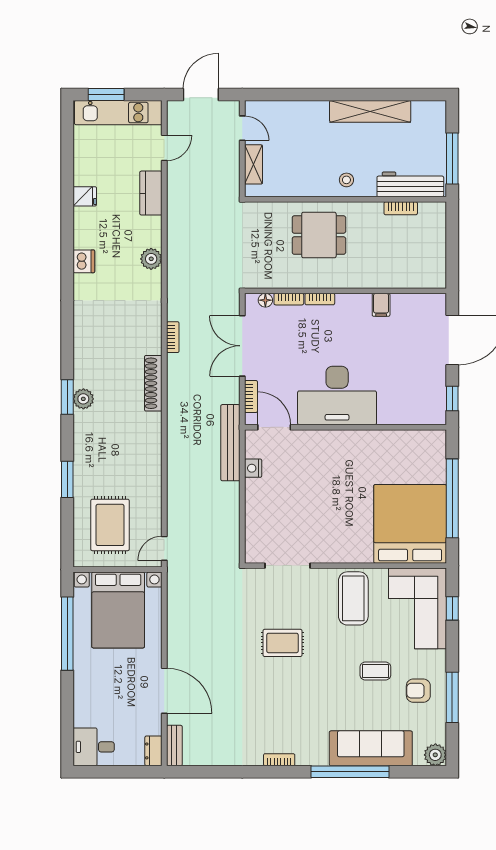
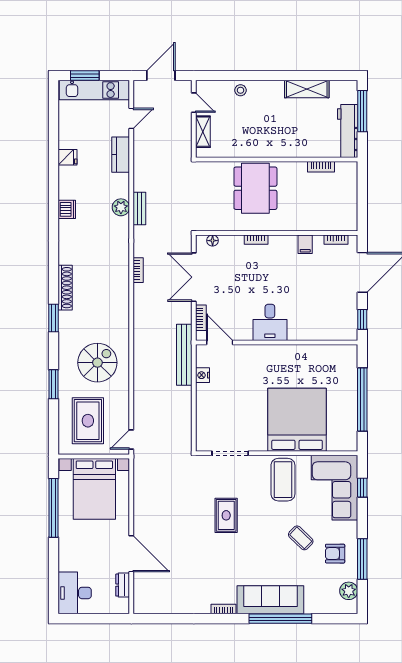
shelving: (370, 111) -> (307, 89), width x0.68
window: (452, 159) -> (362, 111), moved
stool: (346, 180) -> (240, 90), moved
workbench: (410, 184) -> (348, 131), moved, turned -90
dining table: (319, 235) -> (255, 188), width x1.38
bookcase: (289, 299) -> (336, 240), moved
shoe rack: (153, 383) -> (65, 288), moved, turned 180
desk: (337, 395) -> (270, 322), width x0.53, depth x0.77
plant: (83, 399) -> (66, 320), removed
spiral stairs: (122, 452) -> (97, 363), added
bed: (410, 524) -> (297, 420), moved
rug: (282, 643) -> (226, 515), turned 90
coffee table: (375, 671) -> (301, 538), turned 44
bench: (174, 746) -> (139, 209), moved
desk: (94, 747) -> (75, 593), width x1.37
sofa: (371, 748) -> (270, 600), moved
dresser: (153, 751) -> (123, 585), moved
plant: (435, 755) -> (349, 591), moved

